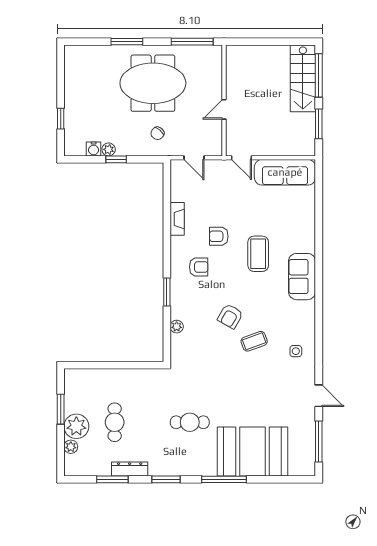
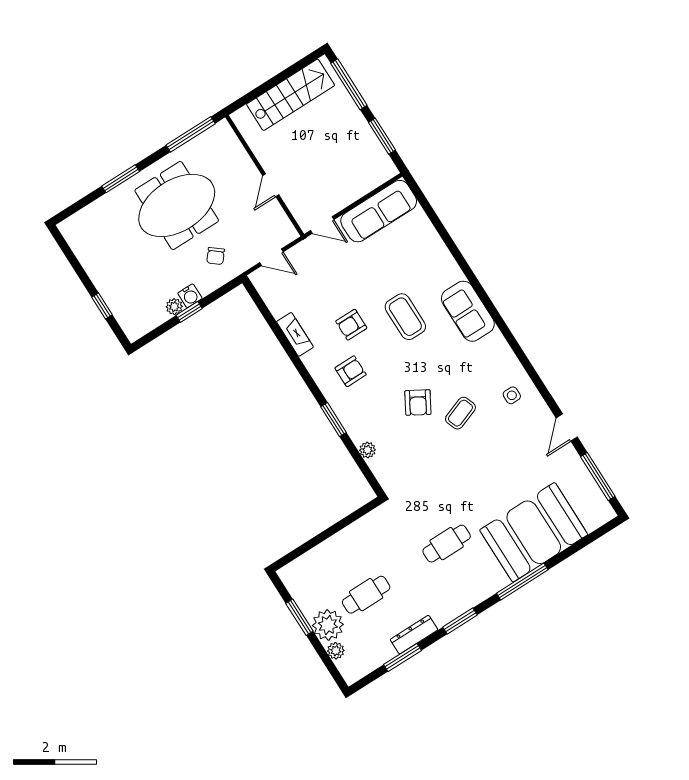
stairs: (303, 78) -> (291, 95), moved, turned -90
water cooler: (94, 149) -> (190, 296), moved
door: (319, 396) -> (567, 427), swing flipped
cafe table: (115, 422) -> (366, 595), turned 90

